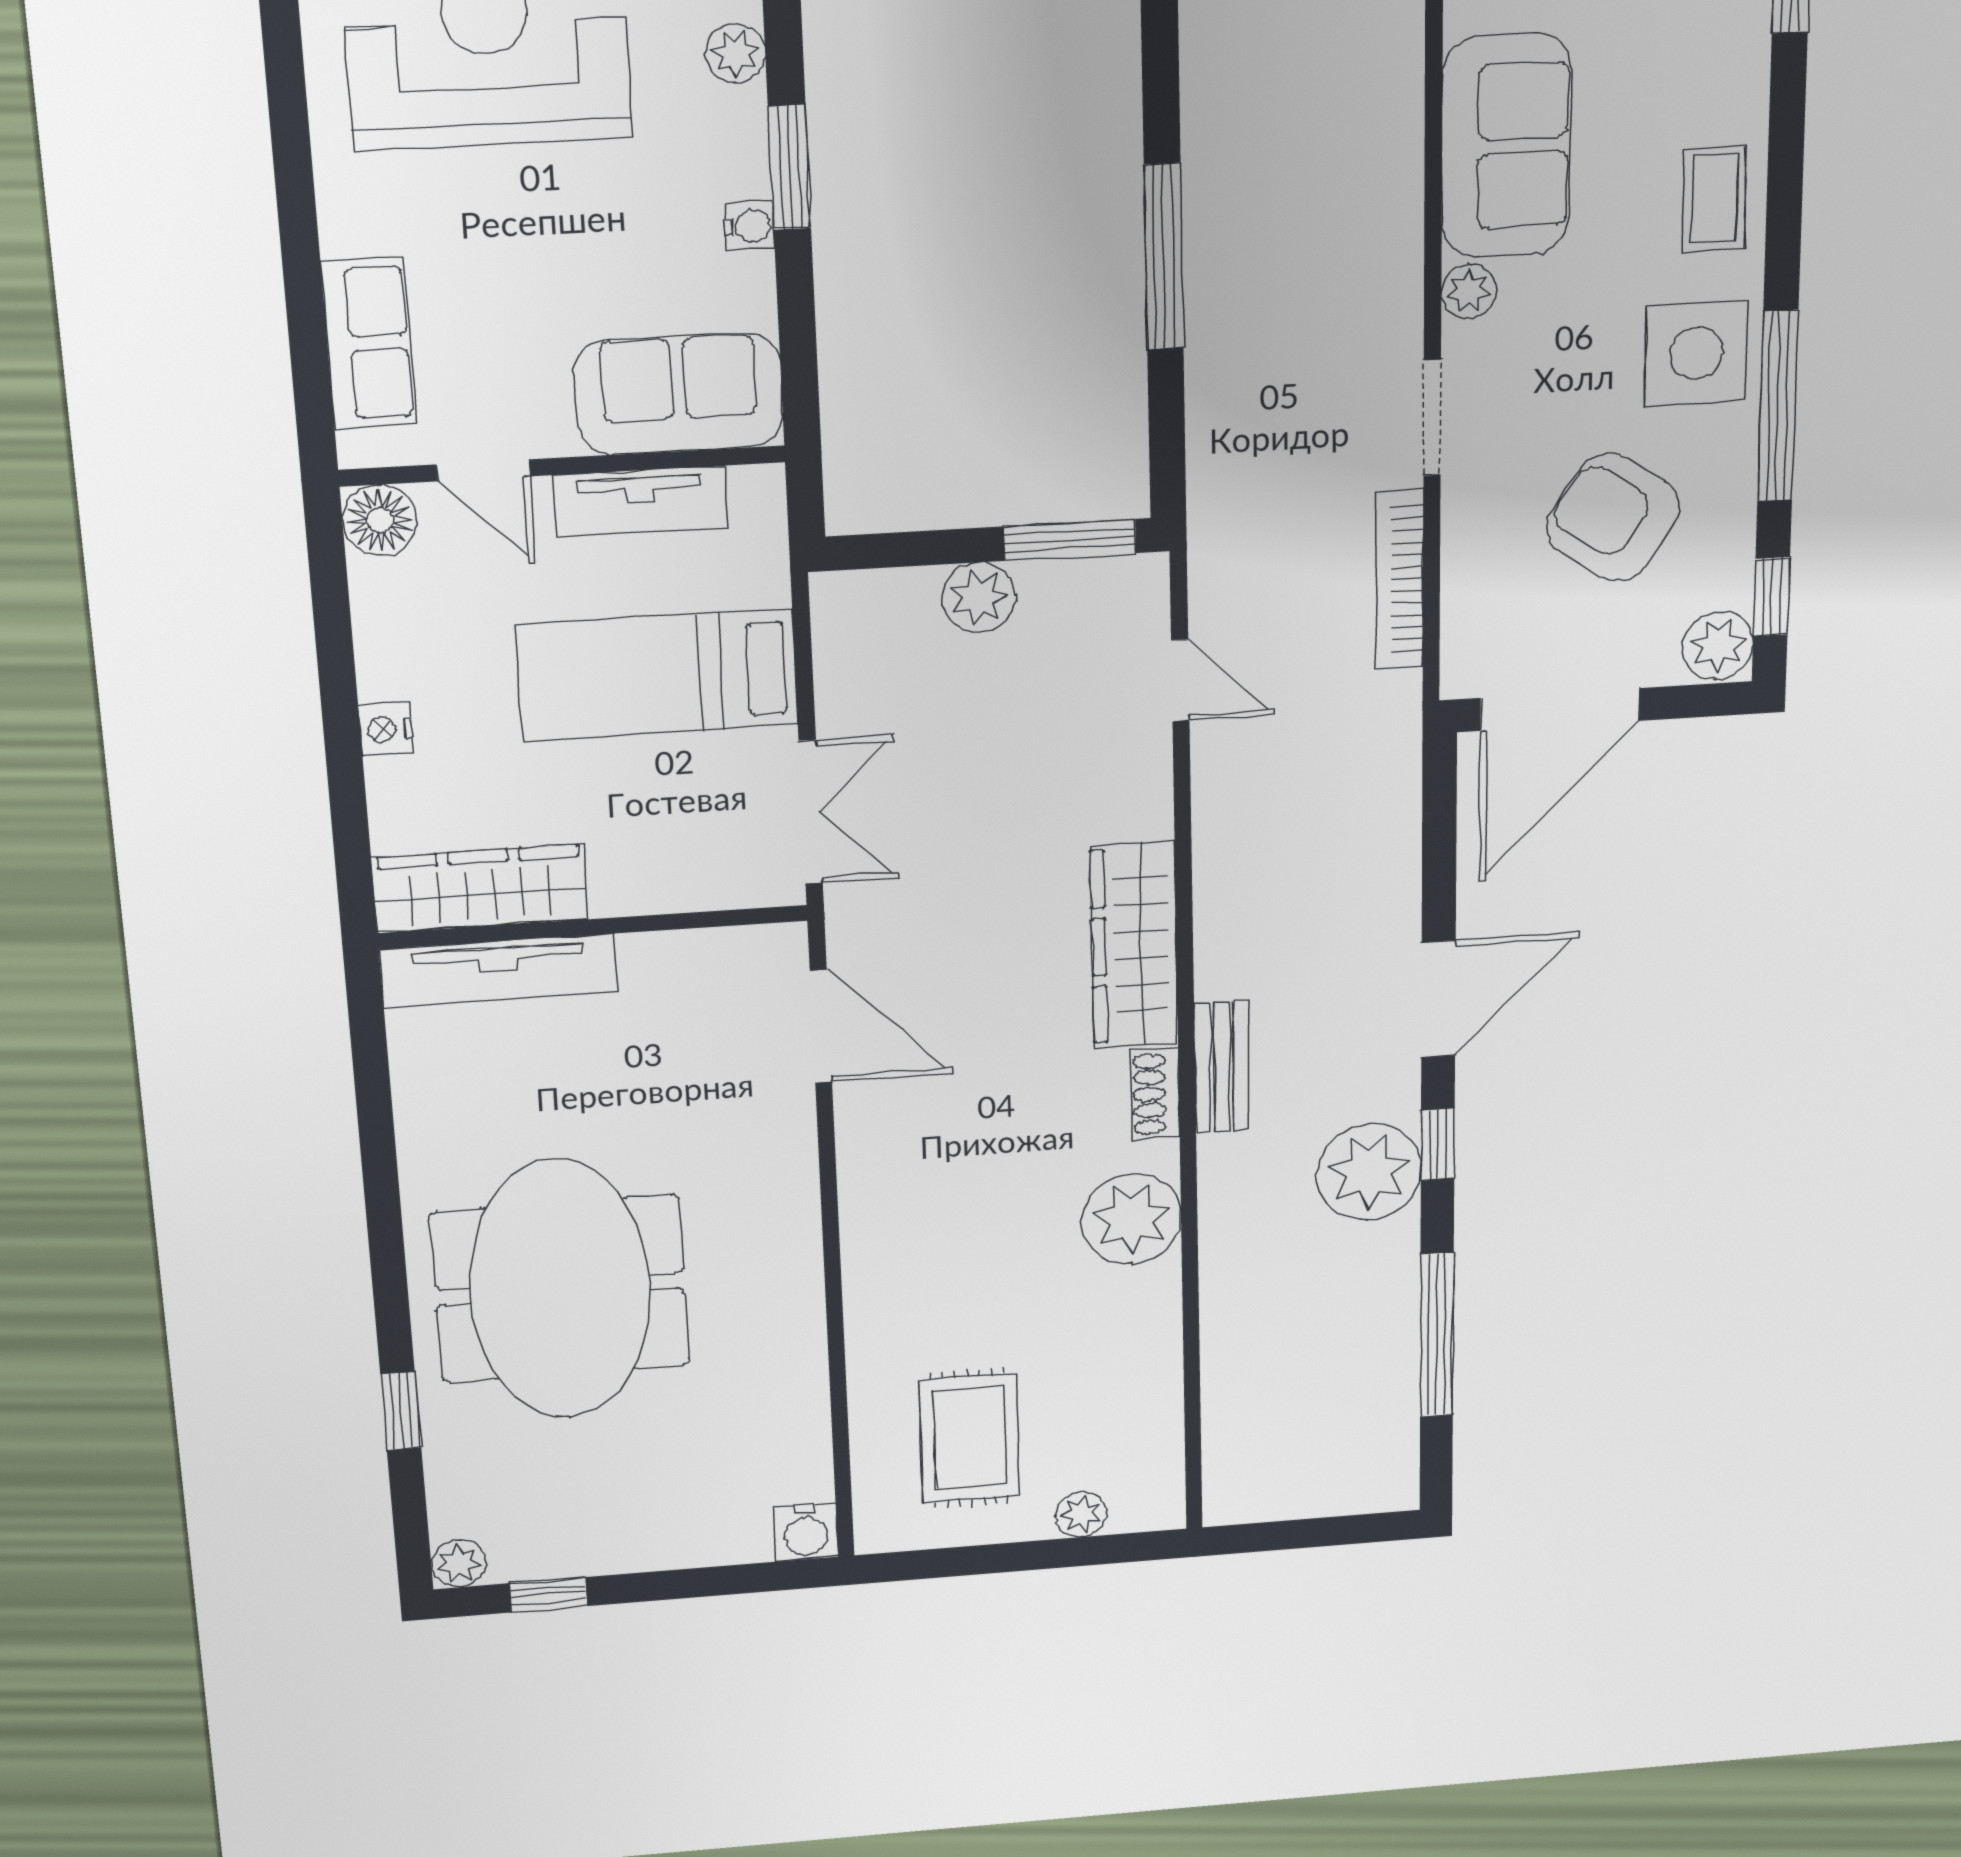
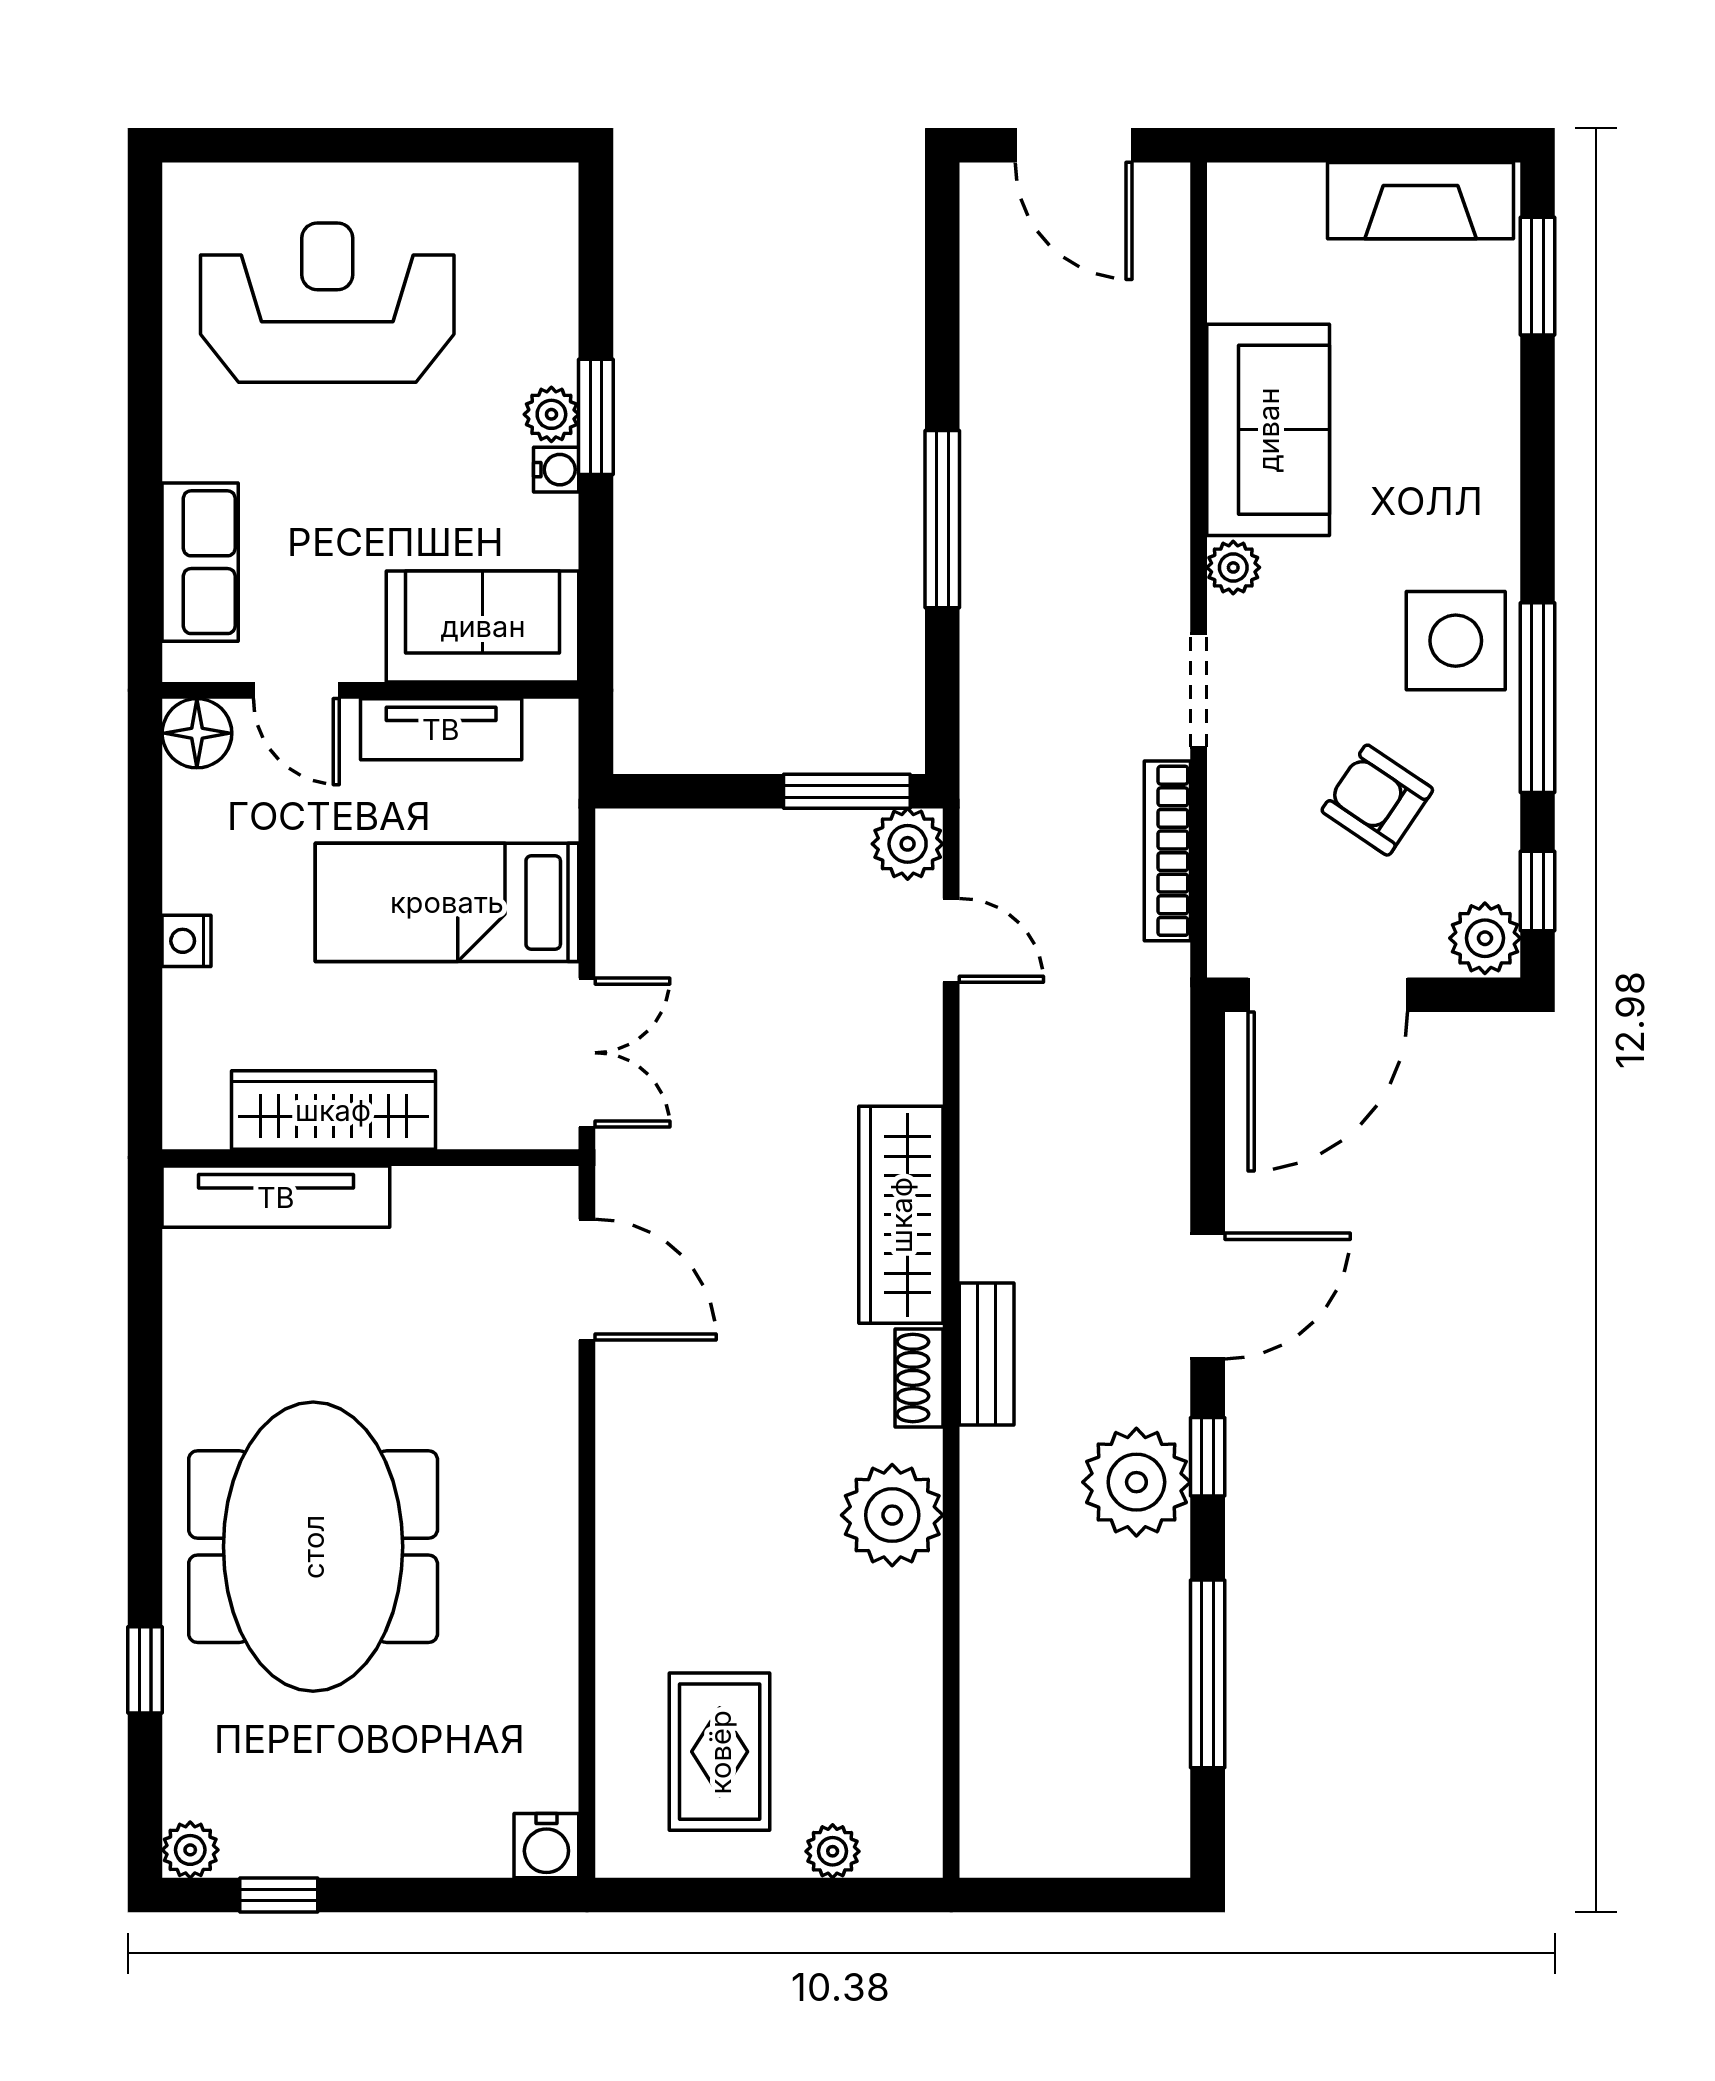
plant: (735, 53) -> (551, 414), moved
coffee table: (1714, 199) -> (1469, 490), removed
armchair: (1613, 517) -> (1377, 800), width x0.72, depth x0.72
plant: (979, 598) -> (908, 844), moved
wardrobe: (480, 889) -> (333, 1110), moved

